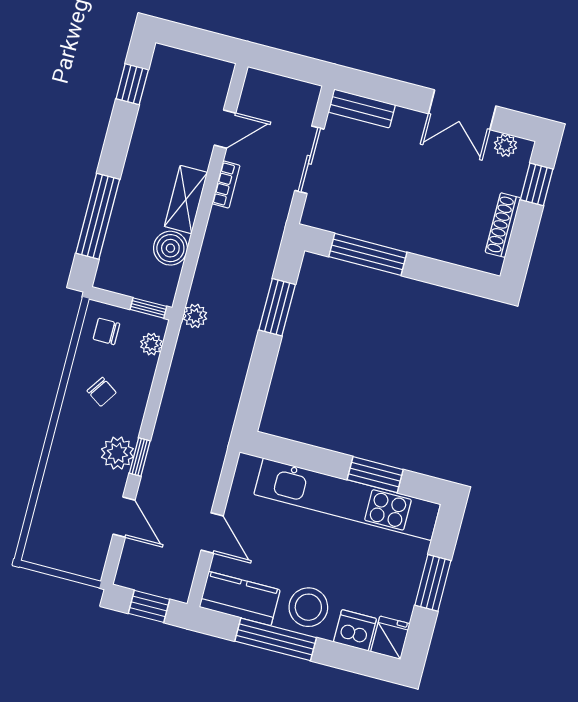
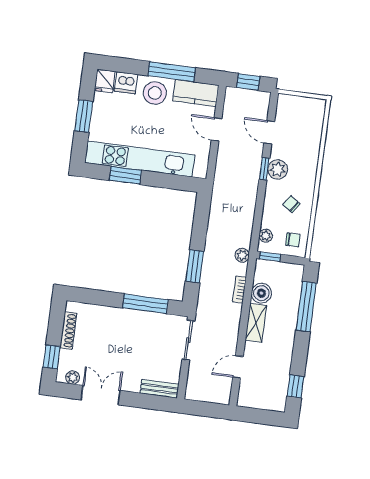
sliding door: (309, 160) -> (188, 340), moved
bookcase: (226, 185) -> (239, 290), moved

